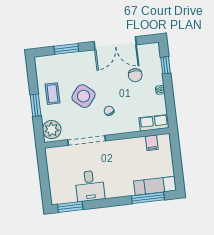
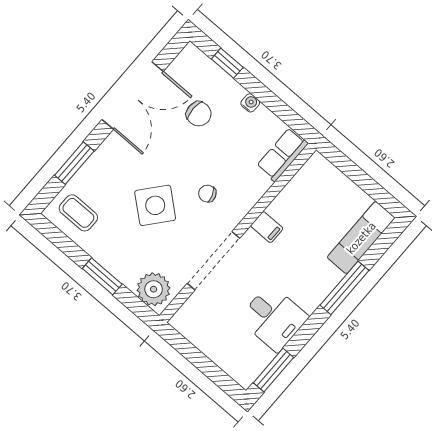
coffee table: (53, 94) -> (78, 213), moved
filing cabinet: (152, 143) -> (267, 227), moved
window: (148, 198) -> (345, 288), moved

